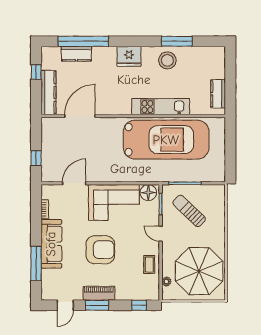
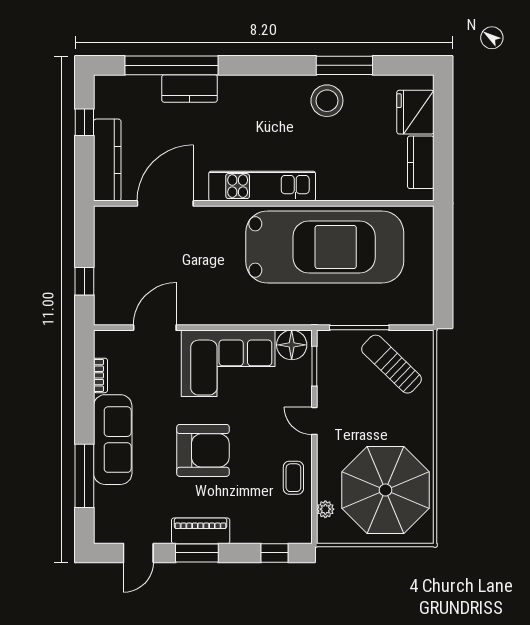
kitchen counter: (76, 54) -> (190, 88), moved
fridge: (129, 56) -> (415, 112), moved, turned 90
kitchen unit: (161, 107) -> (262, 186), moved
sun lounger: (189, 211) -> (392, 364), moved

